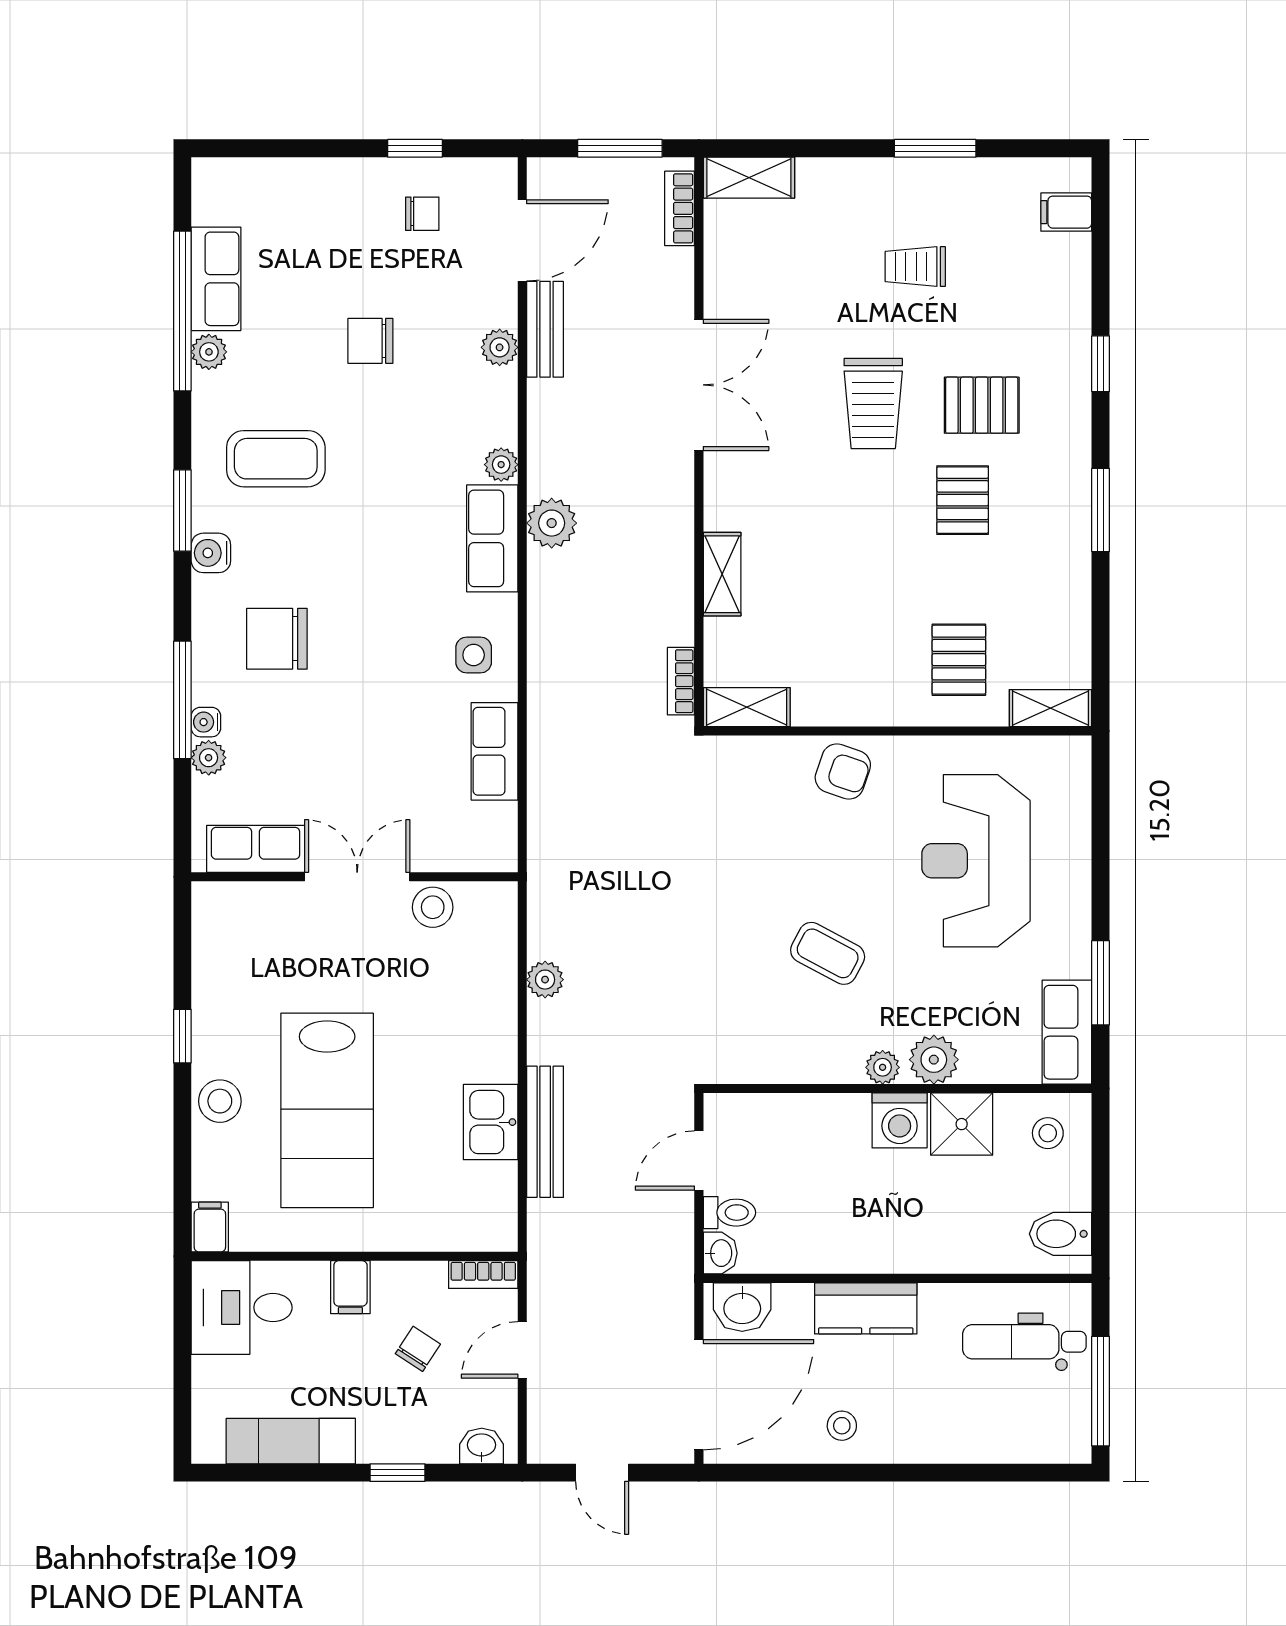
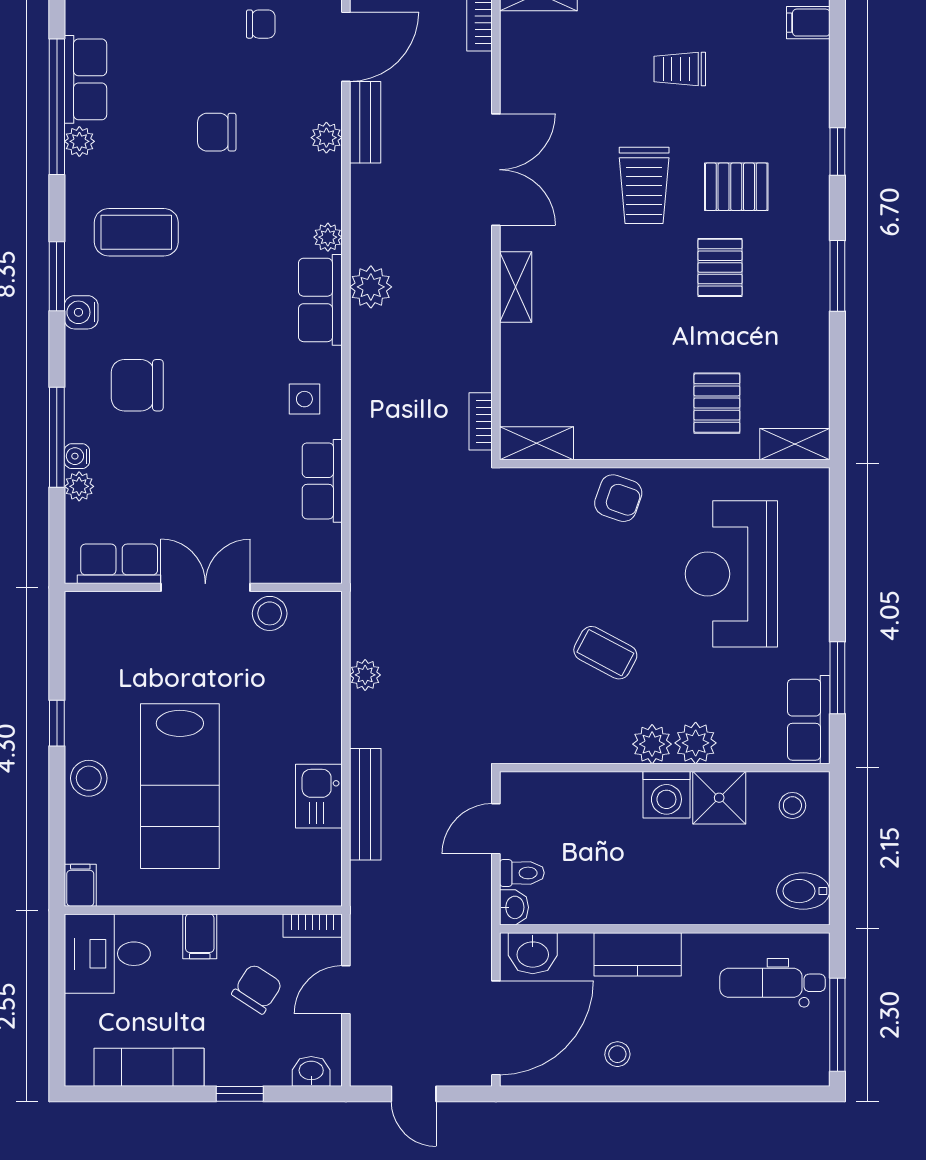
shelving: (722, 574) -> (516, 287), moved
plant: (883, 1067) -> (652, 744), width x1.38, depth x1.38
chair: (418, 1349) -> (257, 989), width x1.37, depth x1.37

